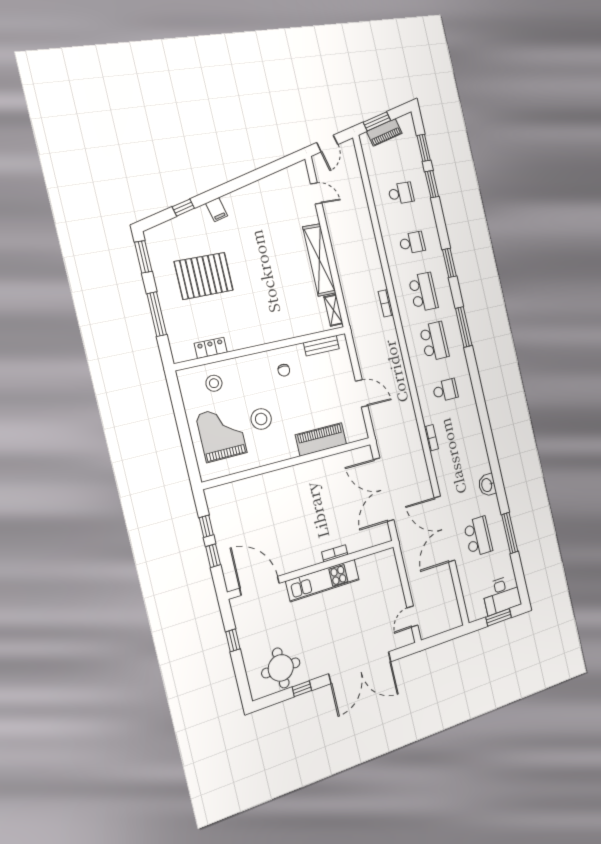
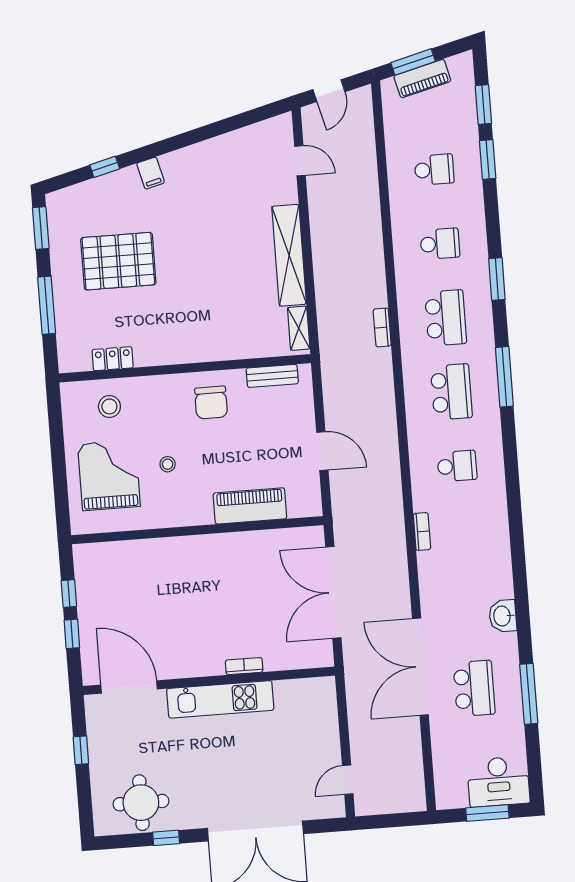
chair: (284, 370) -> (211, 402), width x1.87, depth x1.87
stool: (261, 419) -> (168, 464), width x0.53, depth x0.53

